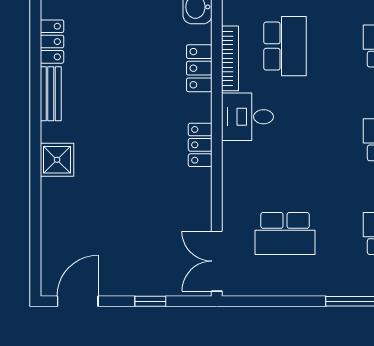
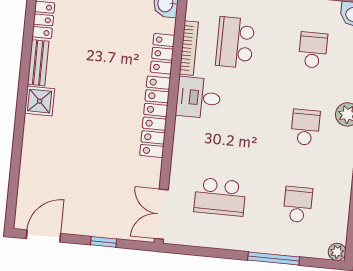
school desk: (285, 46) -> (235, 42), turned 180
locker: (200, 145) -> (155, 117), width x2.16, depth x1.21
shower: (57, 160) -> (40, 101), moved

